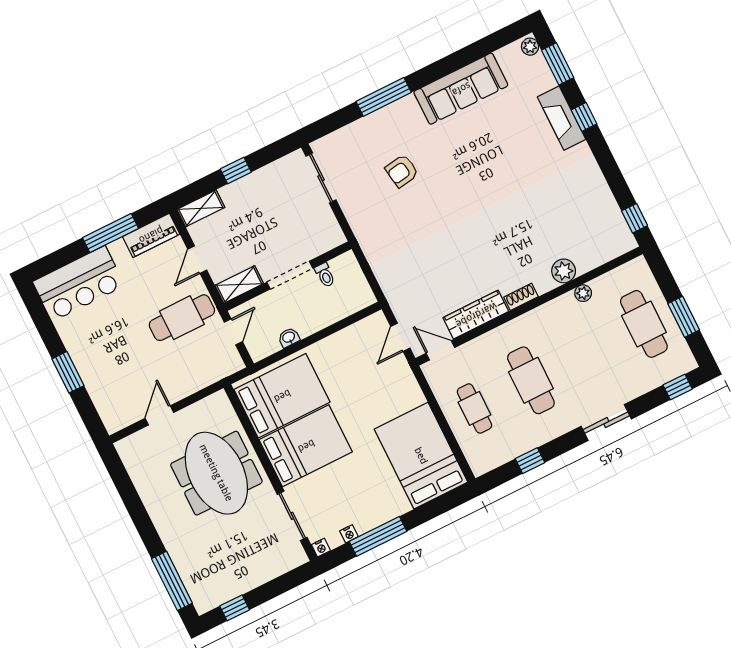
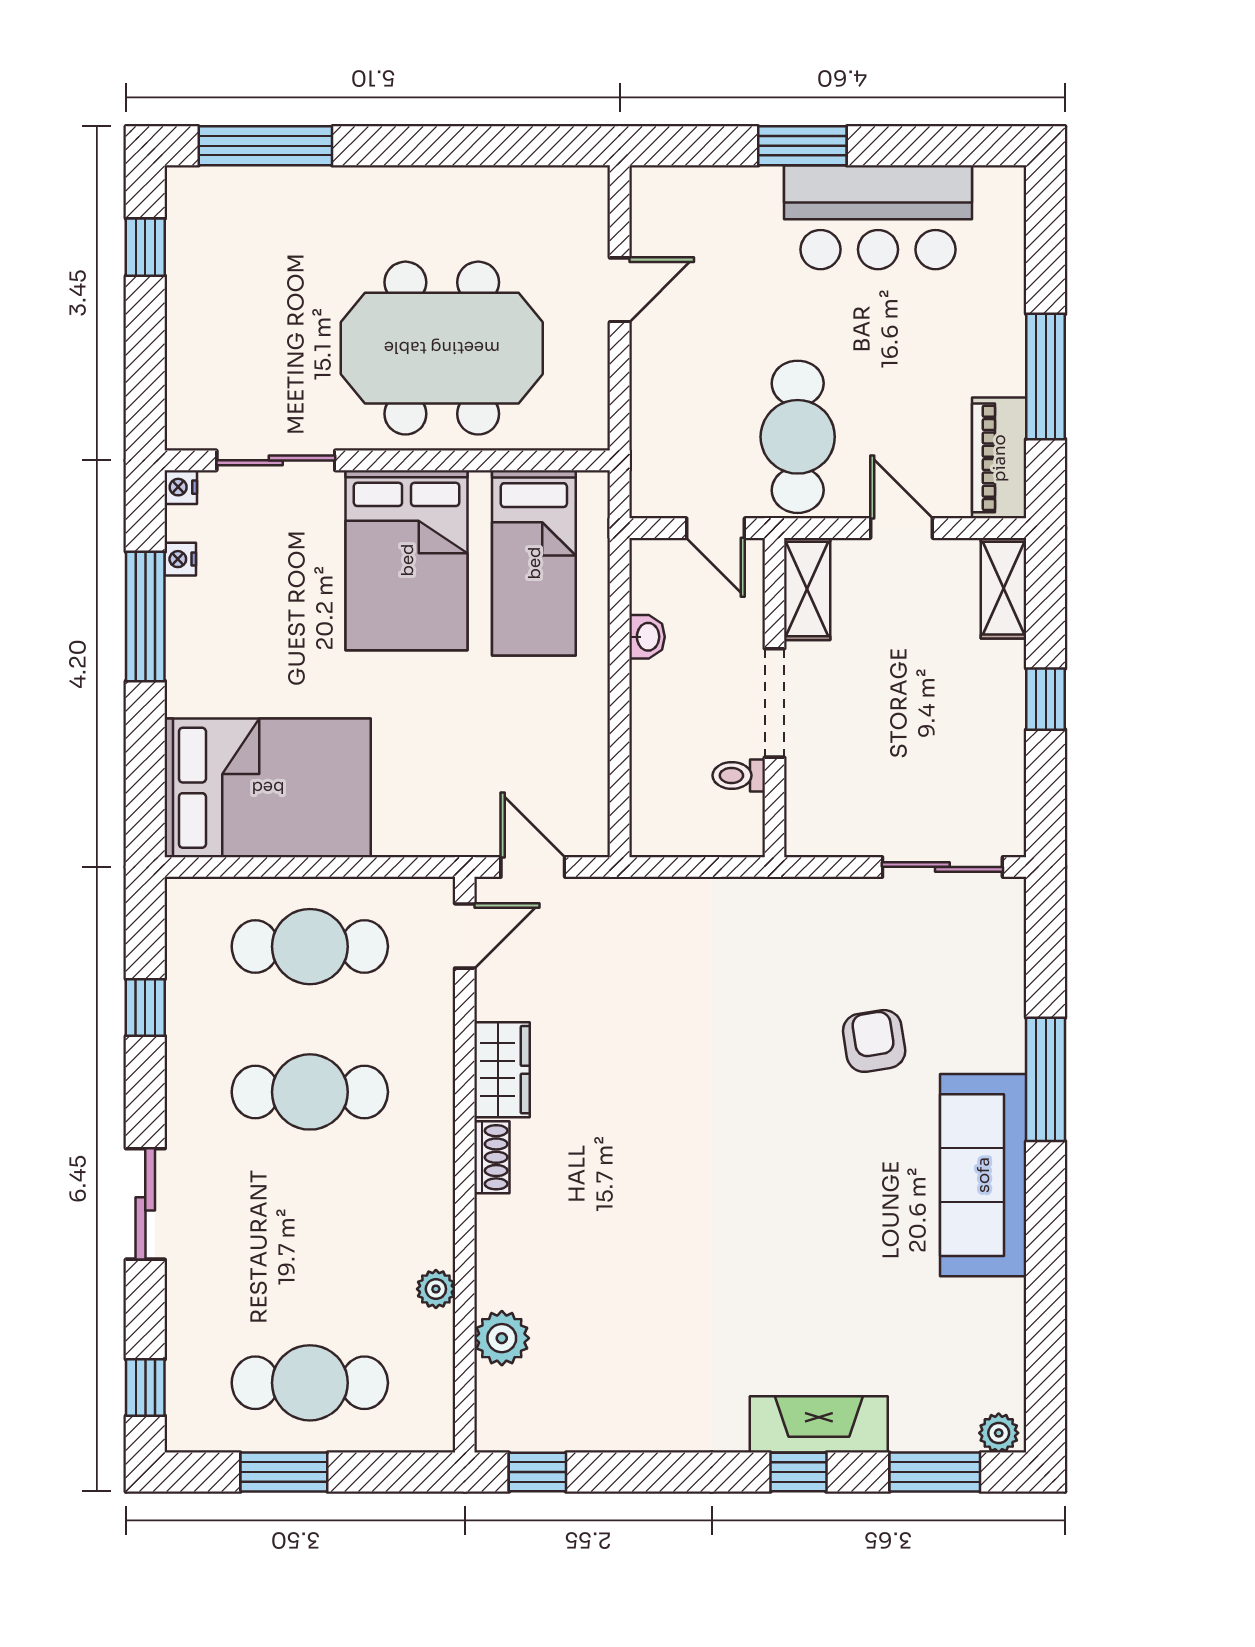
sofa: (461, 89) -> (983, 1175), moved
plant: (564, 271) -> (502, 1338), moved
bar counter: (79, 284) -> (878, 217), moved, turned -90
wardrobe: (476, 315) -> (502, 1070), width x0.67
bed: (282, 396) -> (534, 563), width x0.67
cafe table: (474, 408) -> (310, 947), width x1.37, depth x1.35
door: (159, 415) -> (620, 290), hinge flipped

